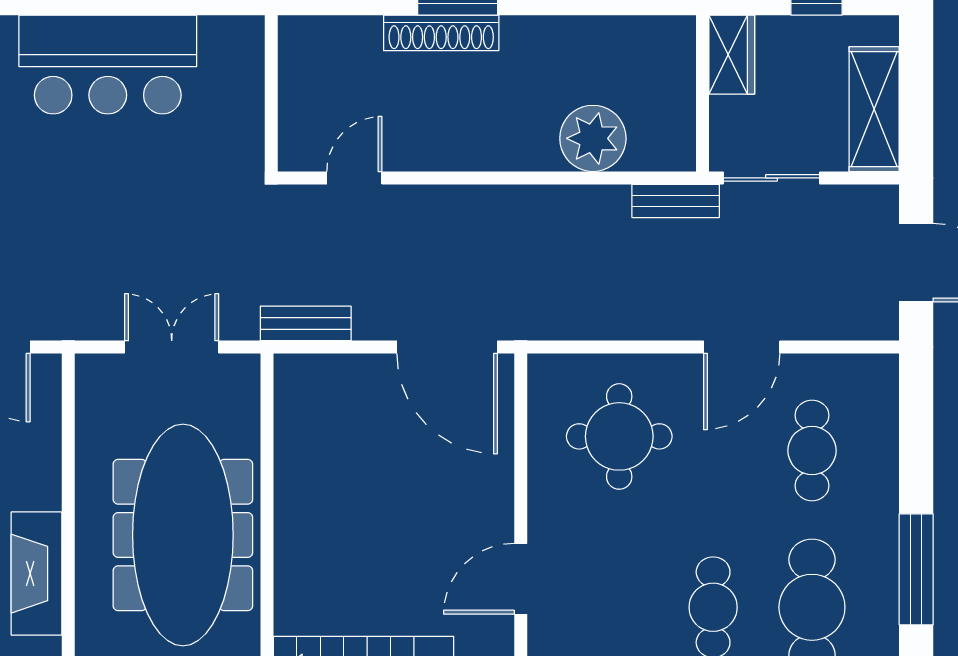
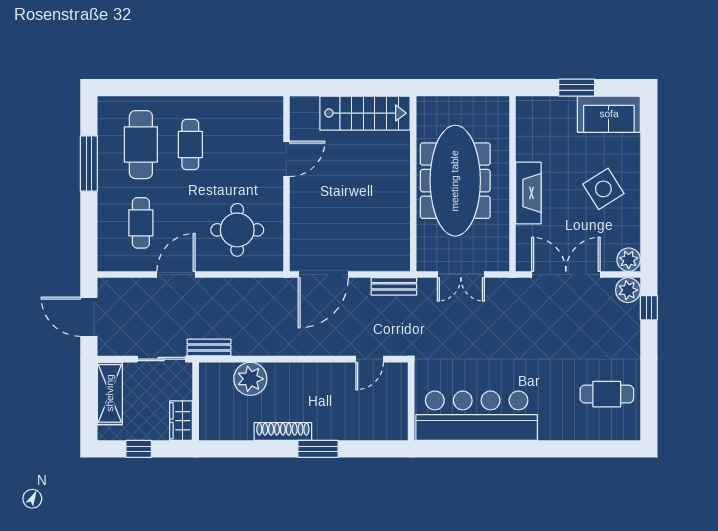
shoe rack: (441, 33) -> (283, 432), moved
bar counter: (108, 65) -> (477, 416), width x1.36
door: (447, 347) -> (323, 275), swing flipped
fireplace: (37, 574) -> (528, 193), moved

